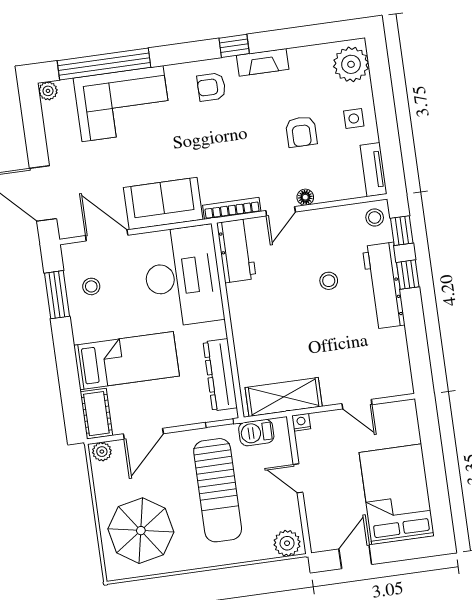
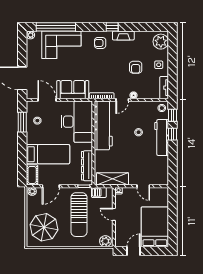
workbench: (236, 251) -> (103, 125), width x1.88, depth x1.32

